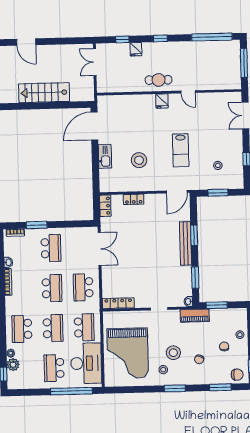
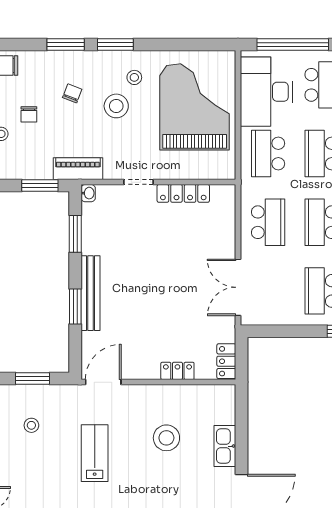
locker: (118, 303) -> (183, 193), moved
window: (220, 387) -> (66, 45), moved

